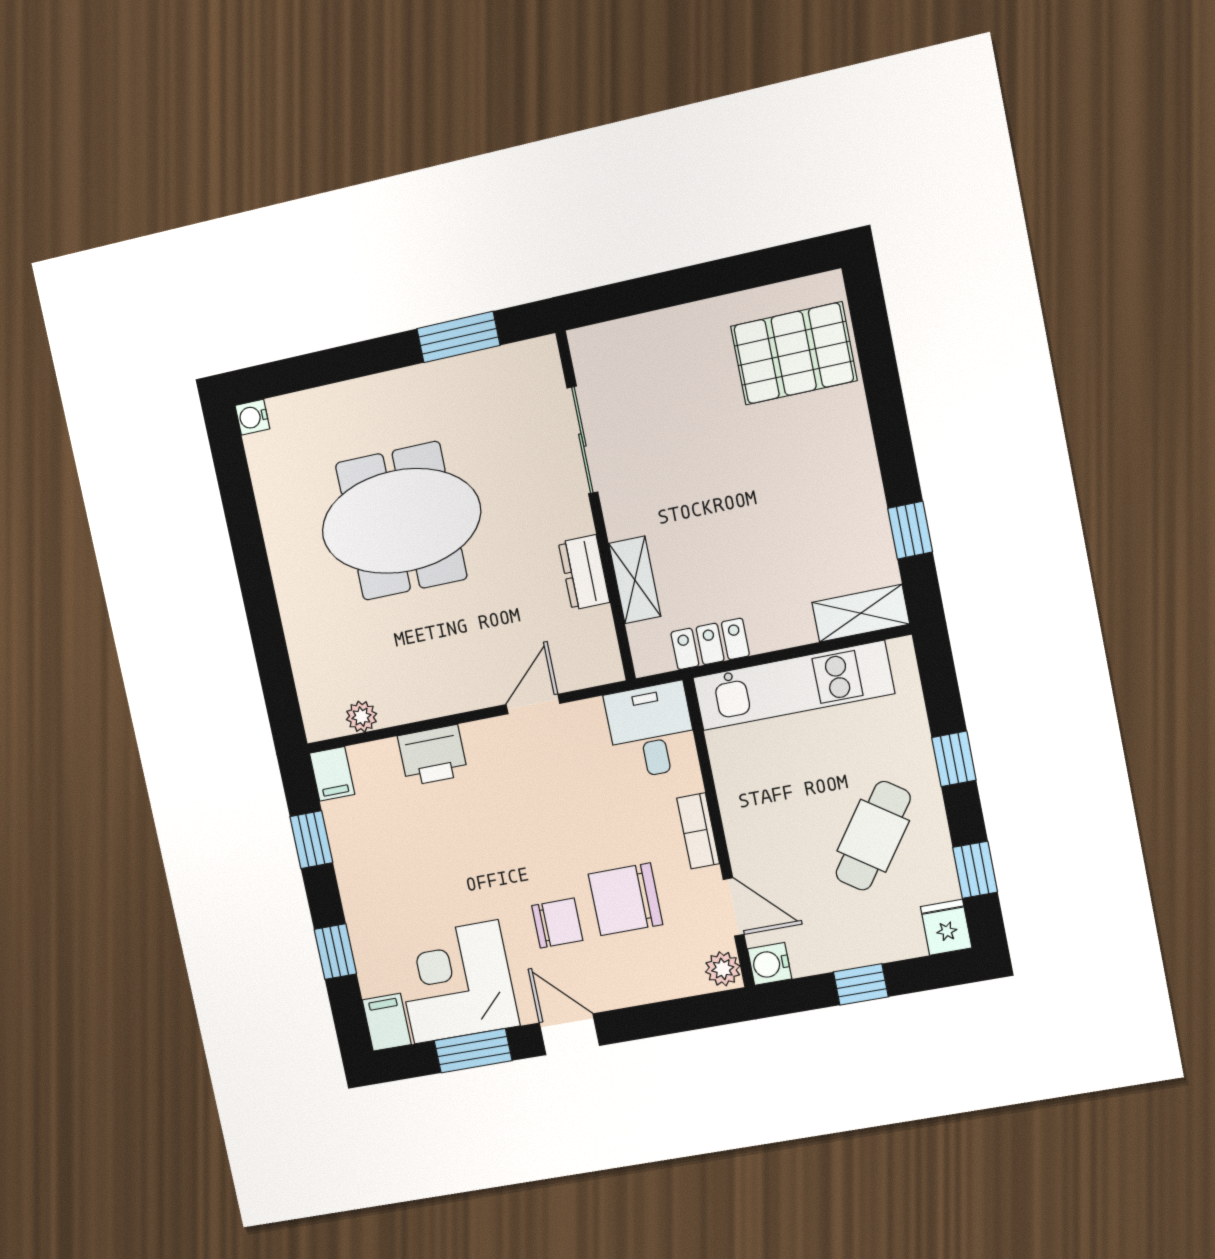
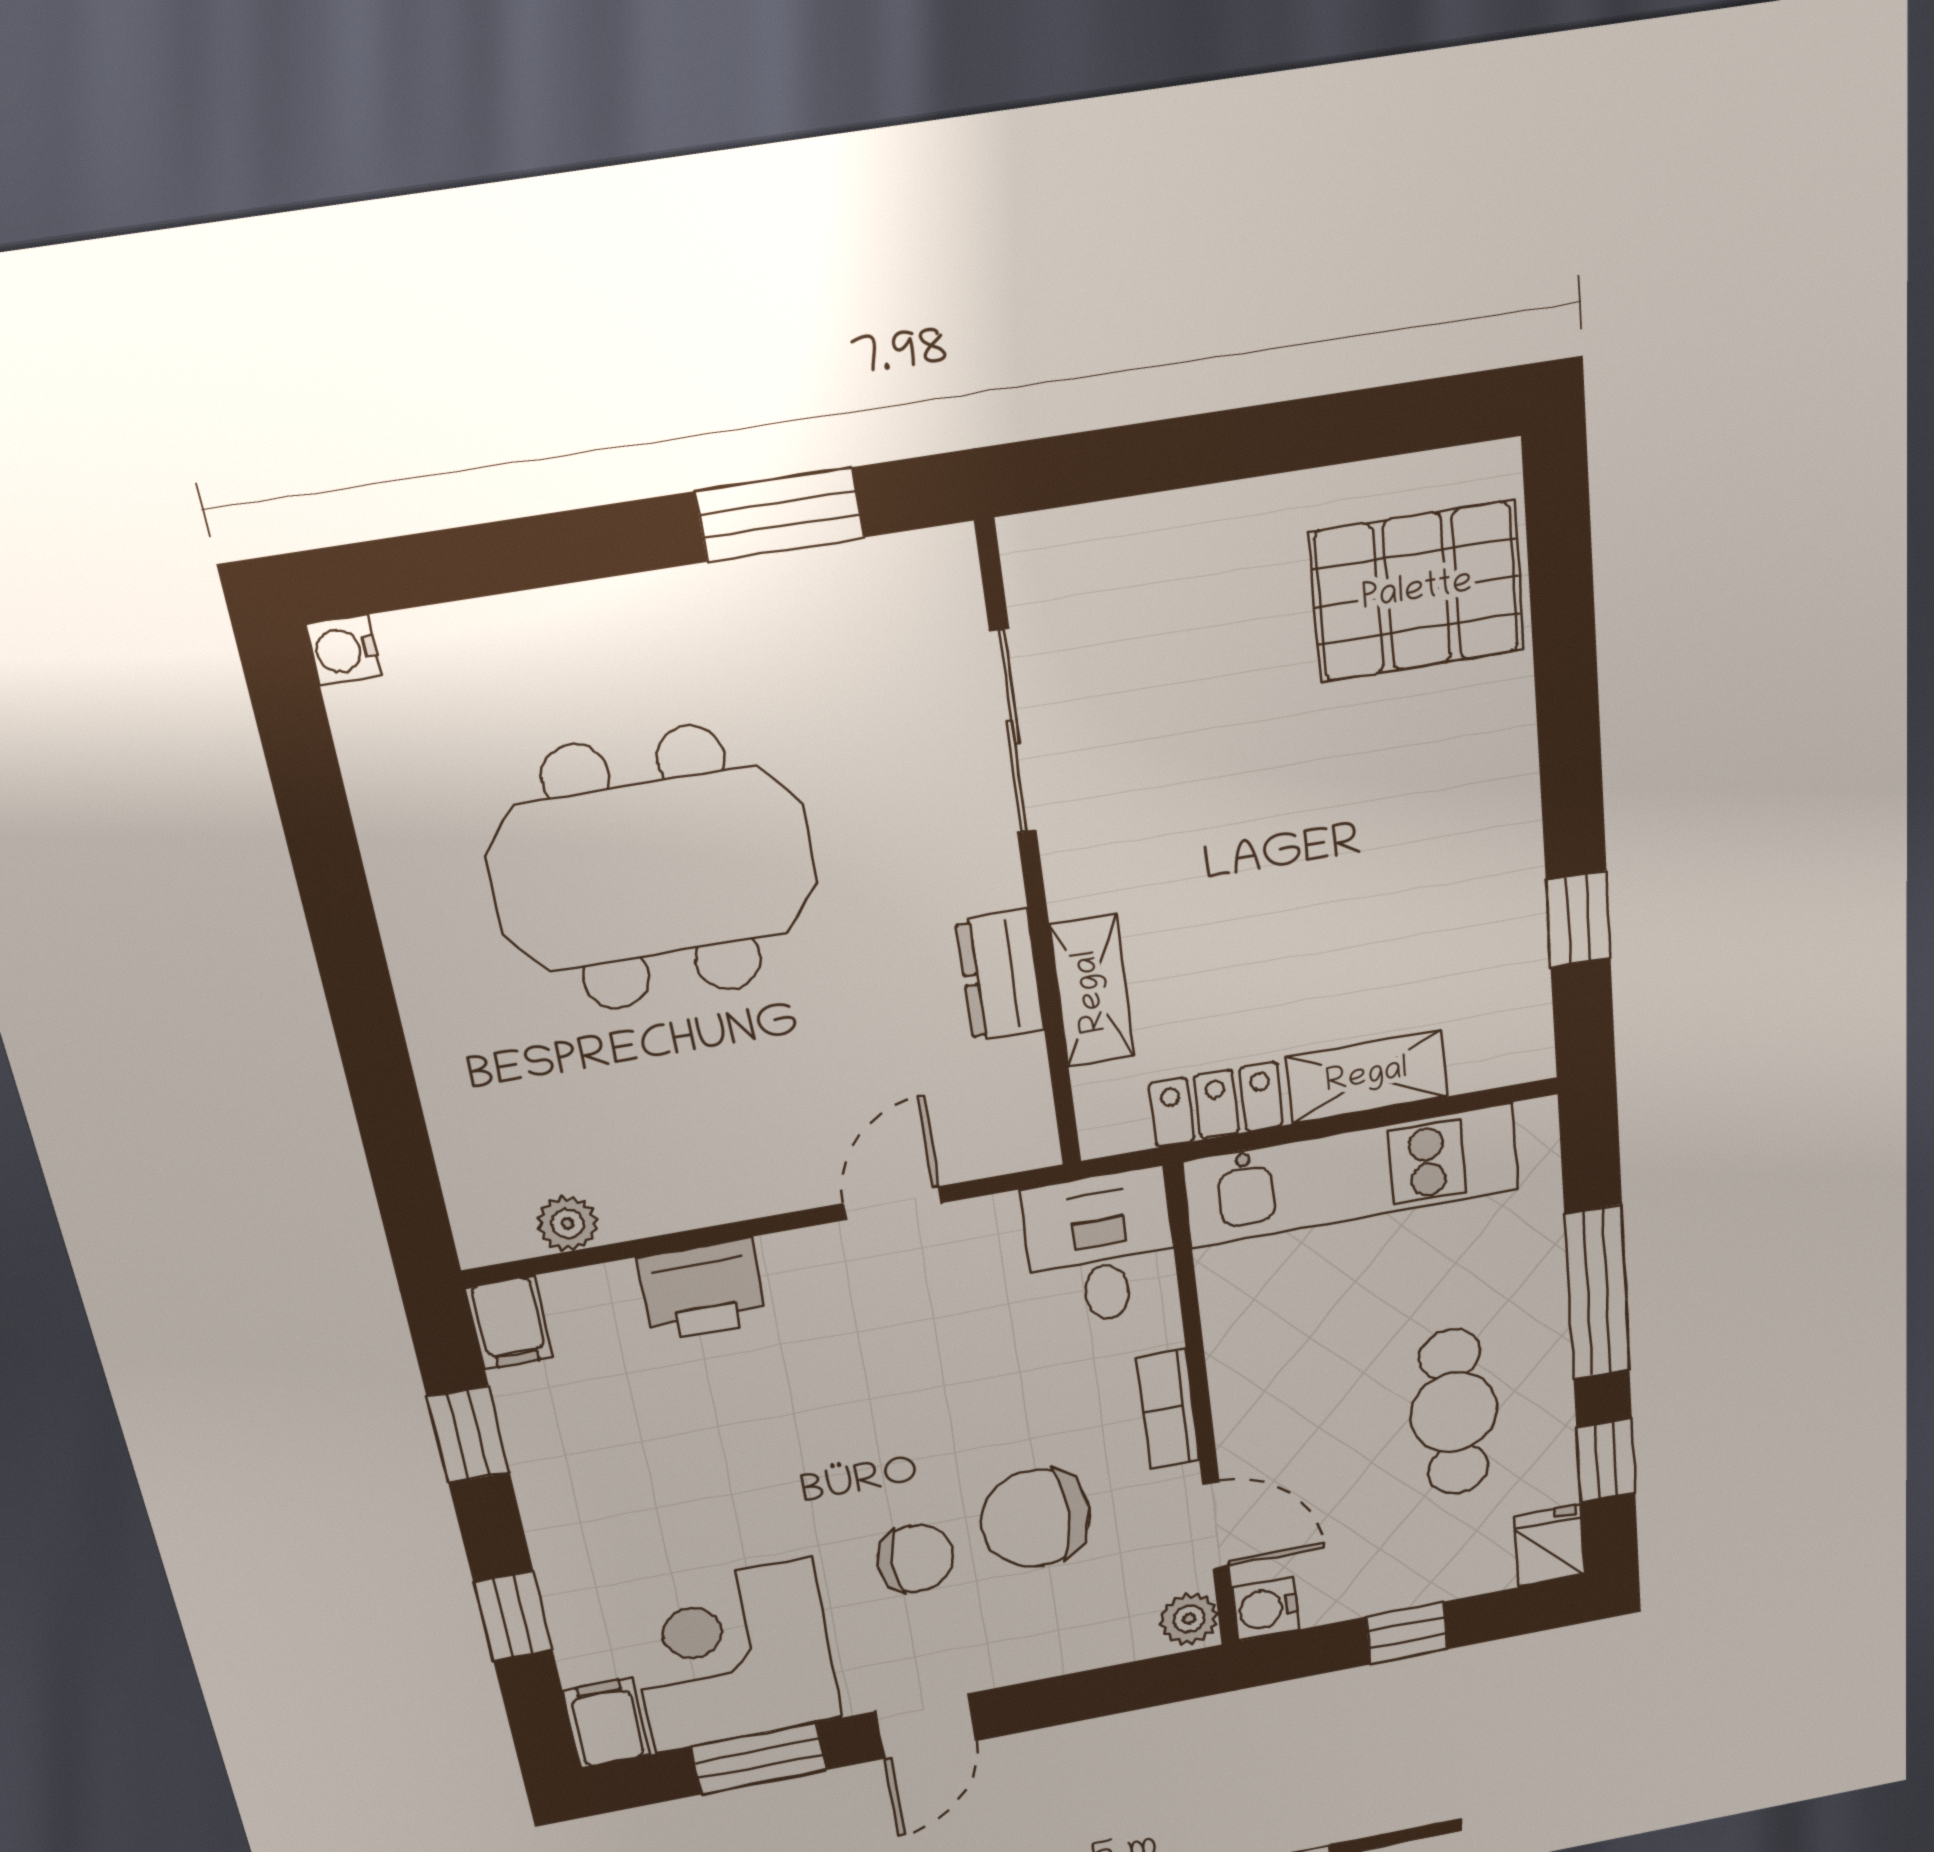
shelving: (861, 613) -> (1367, 1077), moved
window: (954, 759) -> (1597, 1293), width x2.17
cafe table: (873, 836) -> (1454, 1412), turned -35
door: (569, 1034) -> (926, 1726), swing flipped

